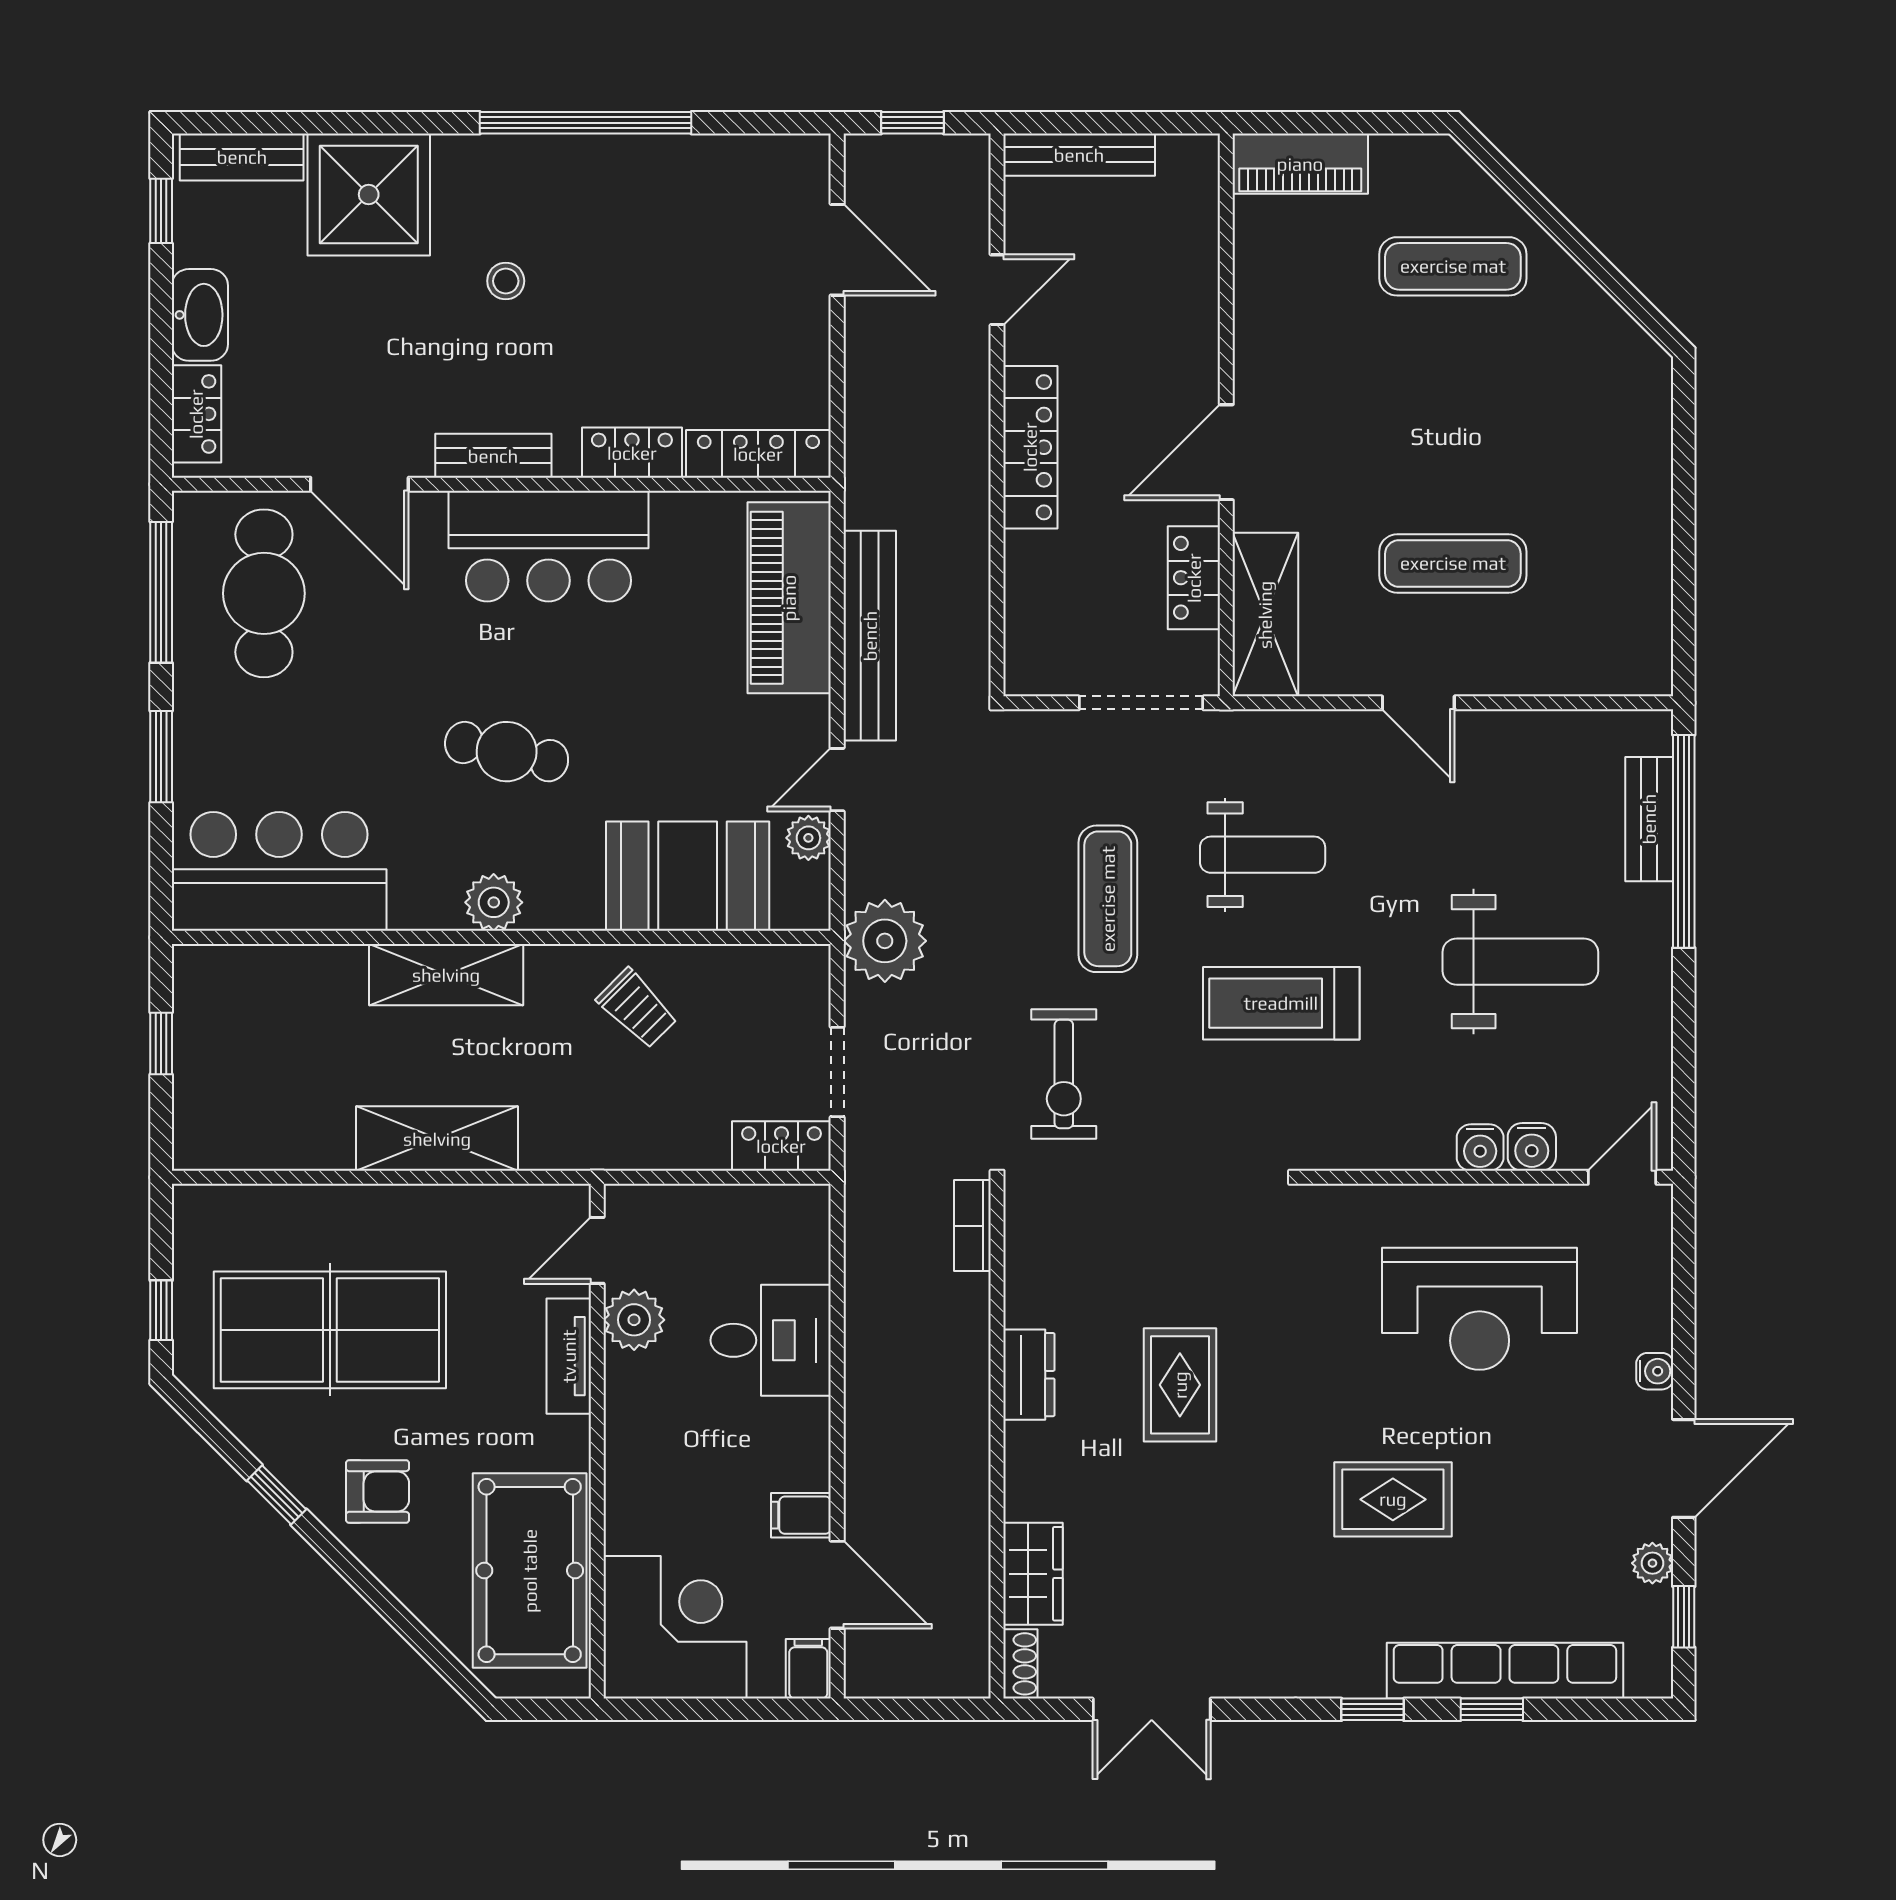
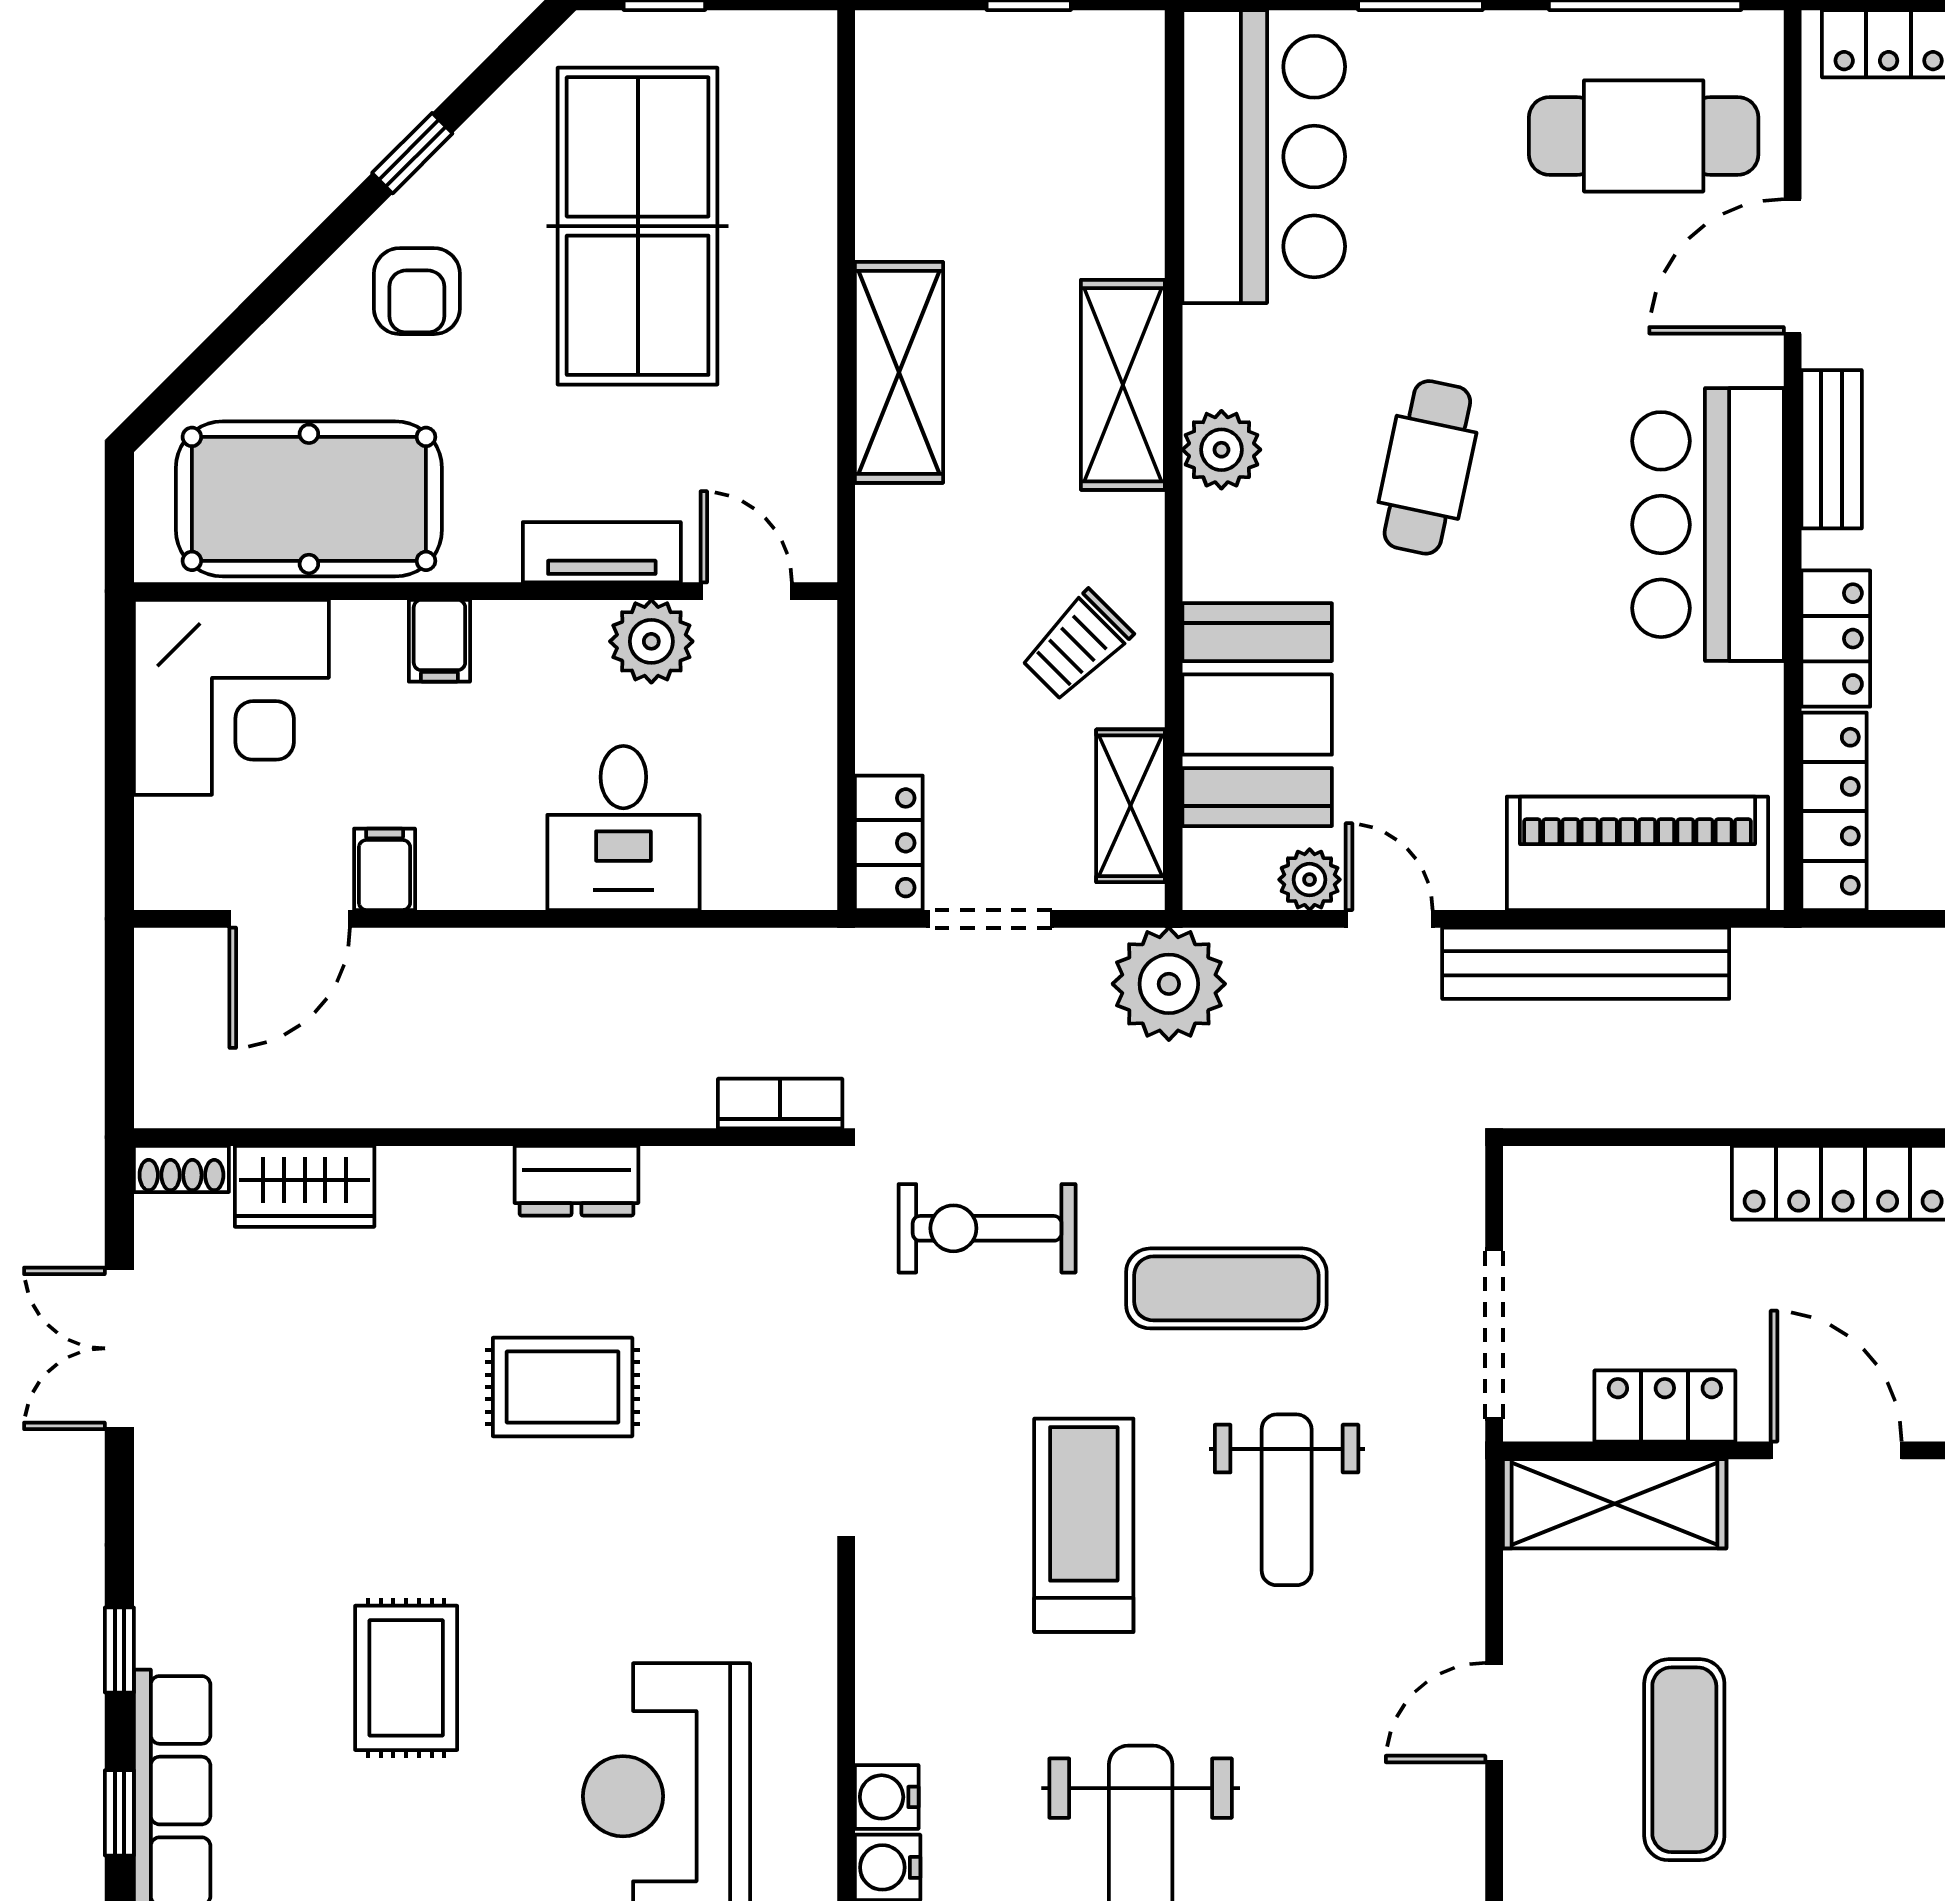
shelving: (754, 969) -> (1131, 806), added
filing cabinet: (808, 1669) -> (439, 641), moved, turned 90

